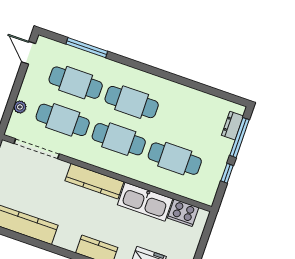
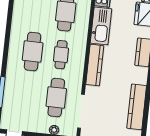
cafe table: (76, 83) -> (28, 94), removed
cafe table: (119, 139) -> (61, 55), width x0.73, depth x0.74

